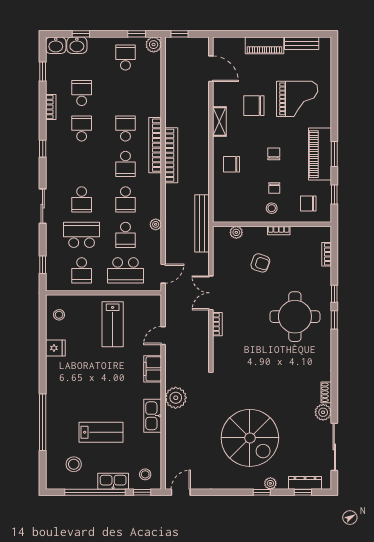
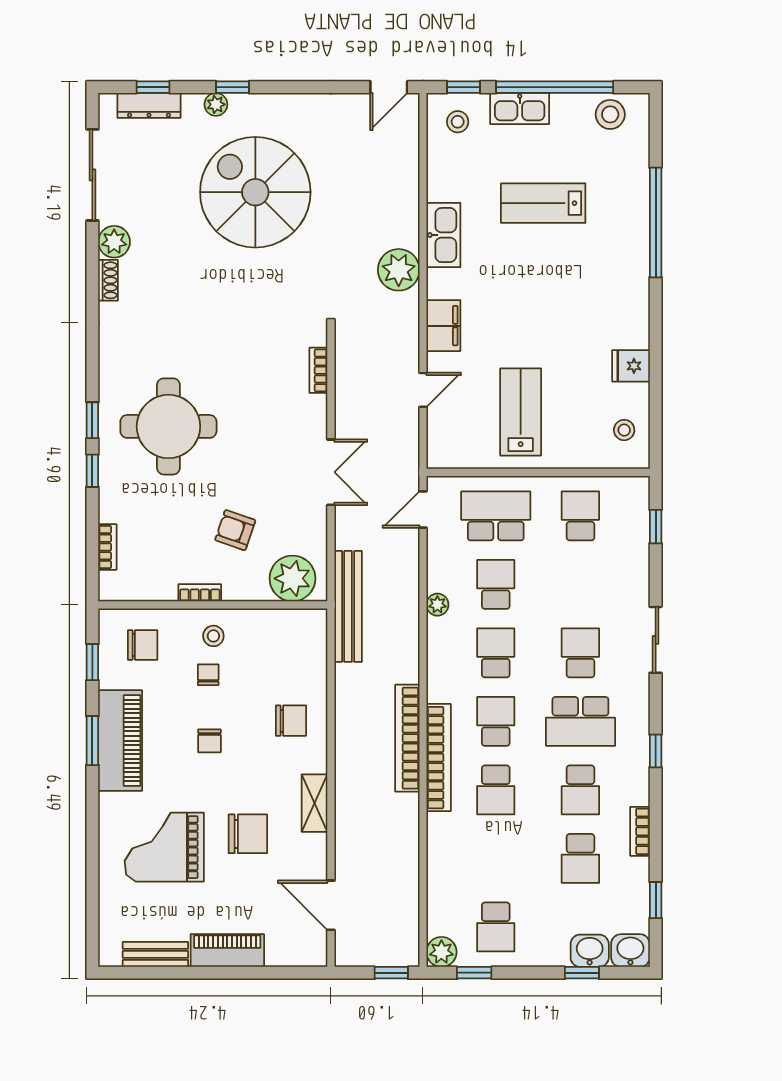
plant: (236, 232) -> (292, 578), width x1.88, depth x1.88
school desk: (82, 235) -> (580, 721), moved
bookcase: (217, 324) -> (318, 370), moved
stool: (74, 464) -> (610, 114), moved

